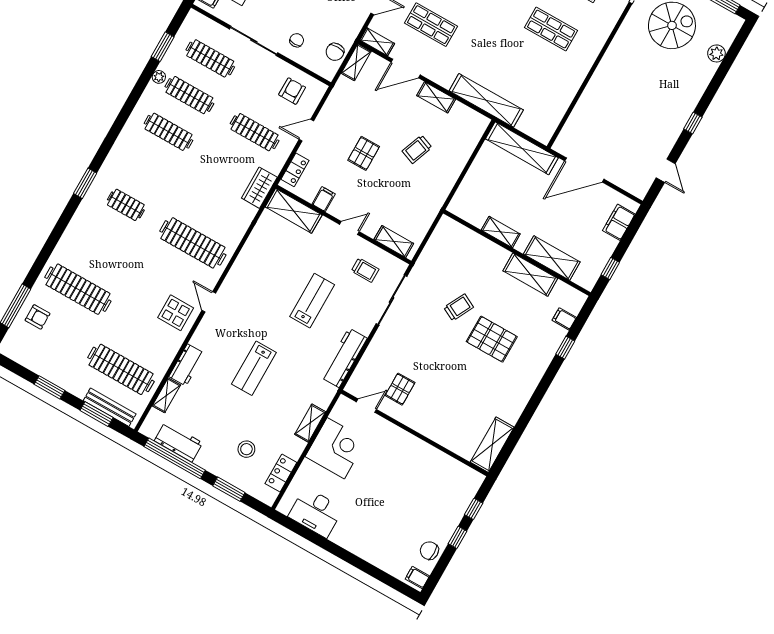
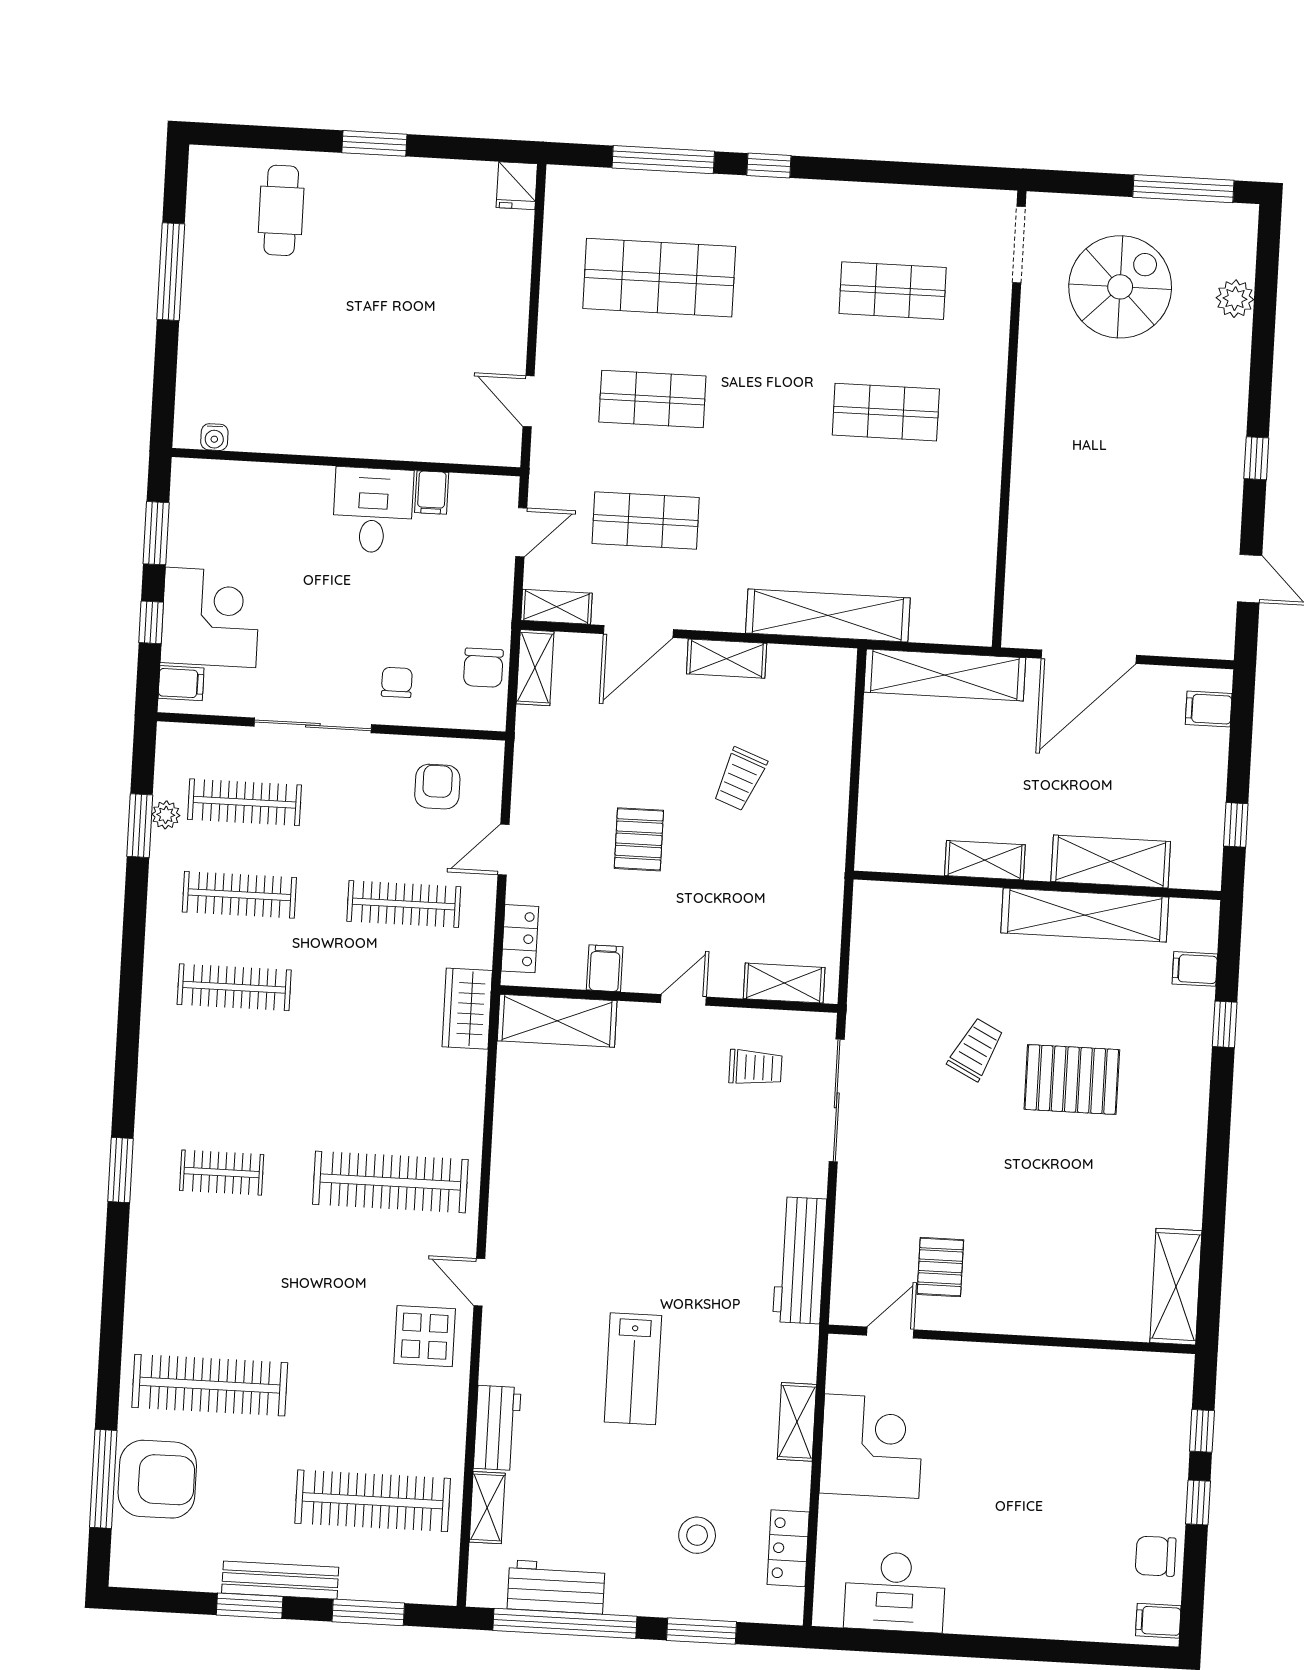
plant: (159, 77) -> (166, 815), moved
filing cabinet: (619, 222) -> (1209, 709), width x0.50
shelving: (530, 275) -> (1085, 915), width x1.47
lab bench: (312, 301) -> (681, 1179), removed
armchair: (37, 317) -> (157, 1479), width x1.88, depth x1.88
bench: (110, 407) -> (280, 1580), moved

